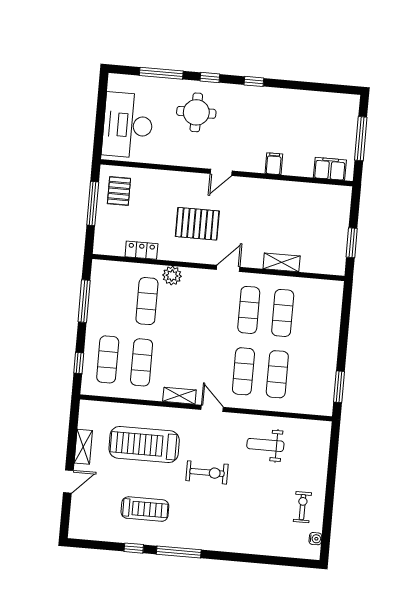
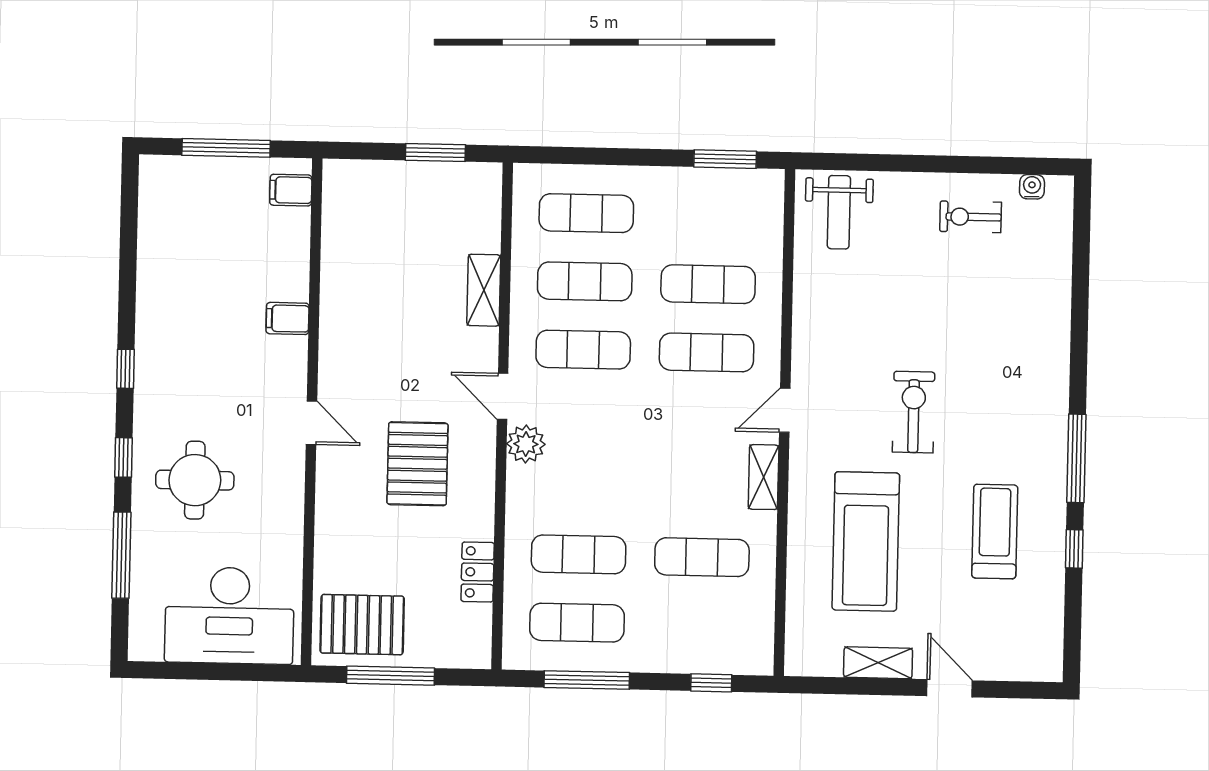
filing cabinet: (330, 169) -> (291, 190), width x0.50
pallet: (119, 191) -> (362, 625), width x1.50, depth x1.42
plant: (172, 276) -> (526, 444), moved
exercise mat: (317, 316) -> (586, 213), added
exercise mat: (108, 359) -> (577, 623), moved
weight bench: (265, 445) -> (839, 212), moved

